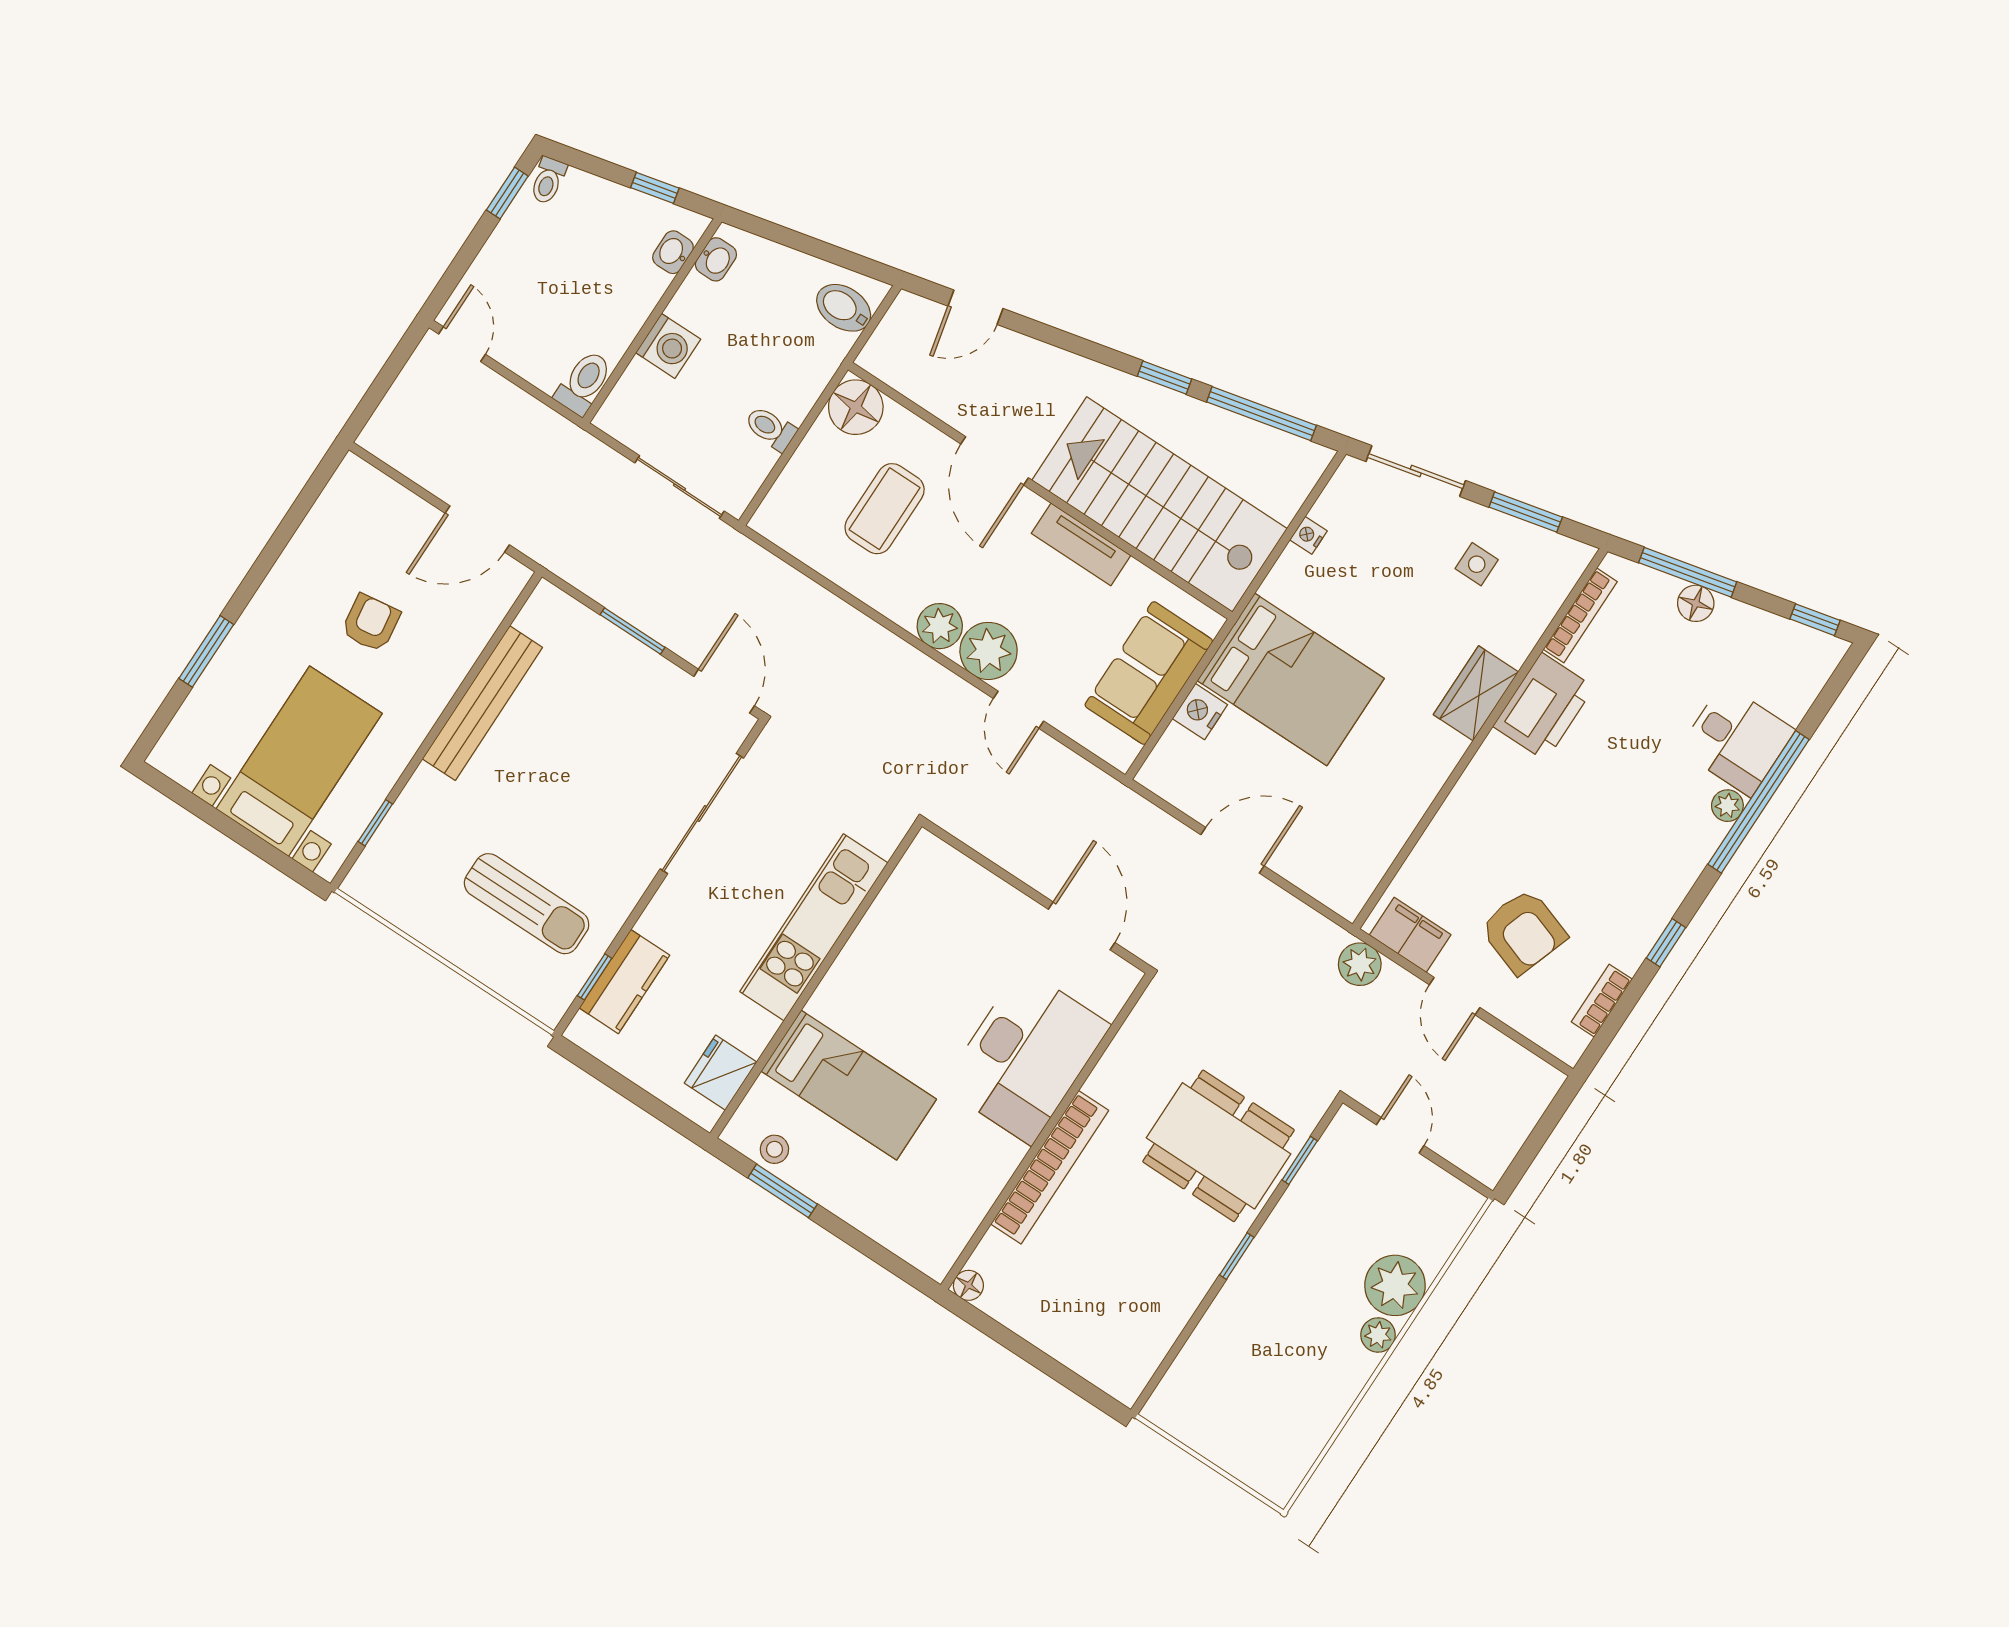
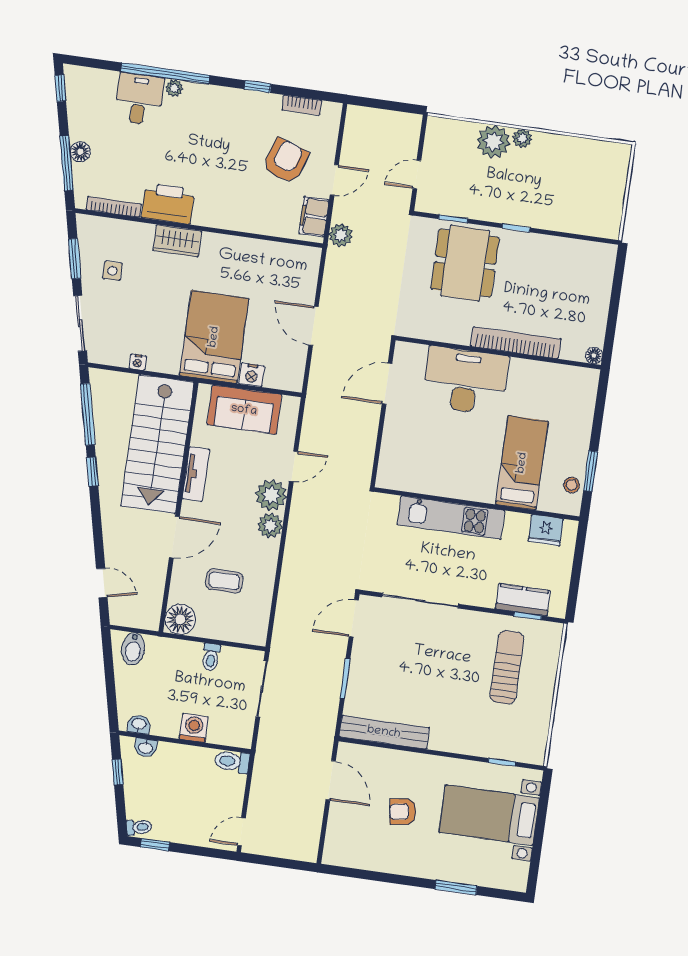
coffee table: (885, 509) -> (224, 581), width x0.73, depth x0.77
bench: (482, 703) -> (384, 732), moved

